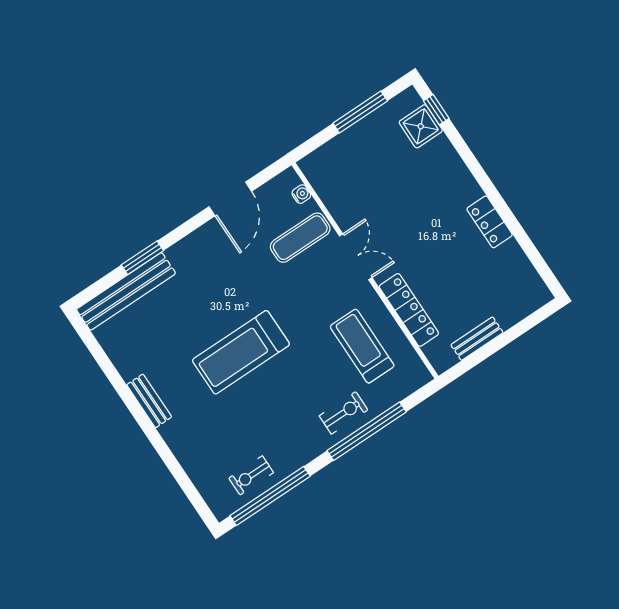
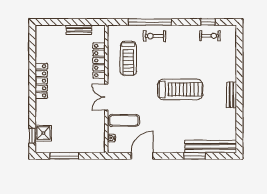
locker: (490, 222) -> (41, 81), width x1.53
window: (270, 496) -> (208, 22), width x0.32

